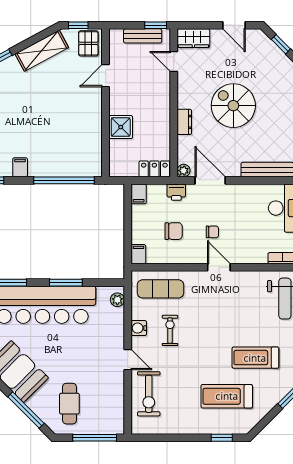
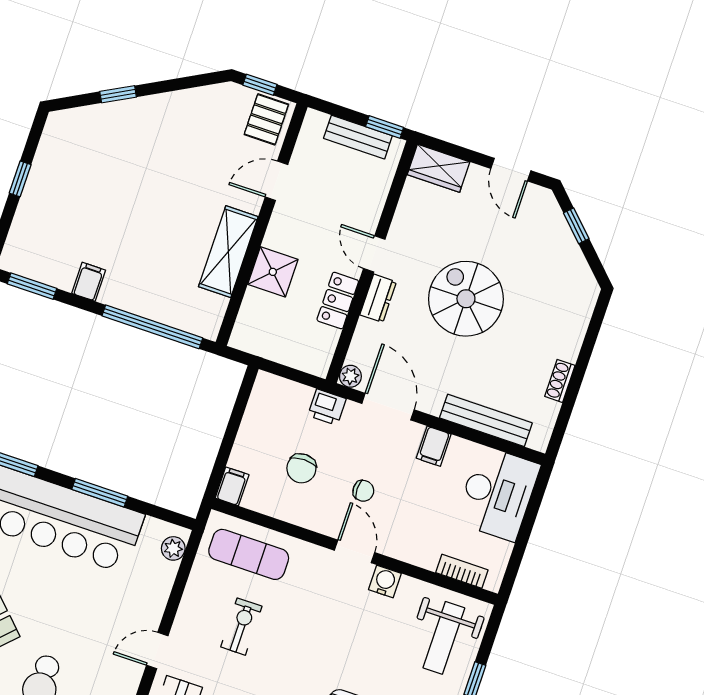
shelving: (42, 51) -> (228, 252), moved, turned -62
door: (174, 61) -> (374, 254), moved
locker: (154, 169) -> (338, 301), moved, turned -90
filing cabinet: (139, 194) -> (434, 446), moved
chair: (174, 231) -> (301, 468), turned 90
water cooler: (139, 328) -> (385, 581), moved, turned 90
door: (128, 360) -> (157, 651), swing flipped

